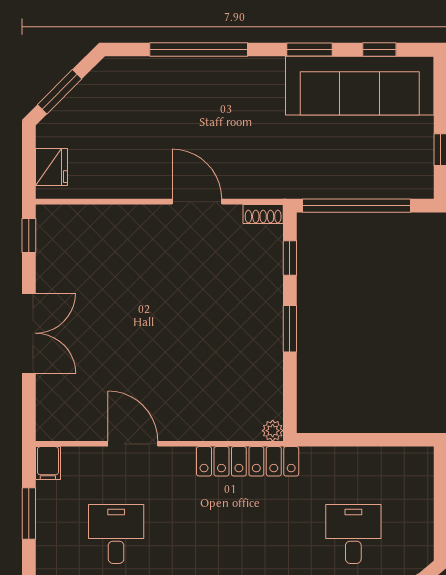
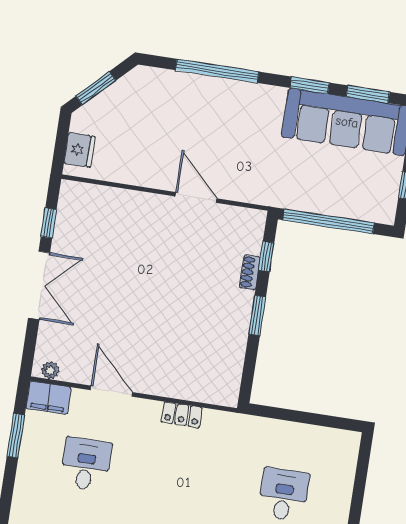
window: (379, 50) -> (368, 94), width x1.50
shoe rack: (263, 214) -> (250, 272), moved, turned 90
window: (29, 236) -> (49, 223), moved
plant: (273, 431) -> (50, 370), moved
locker: (248, 461) -> (182, 415), width x0.46, depth x0.83
filing cabinet: (48, 463) -> (49, 398), width x2.00

